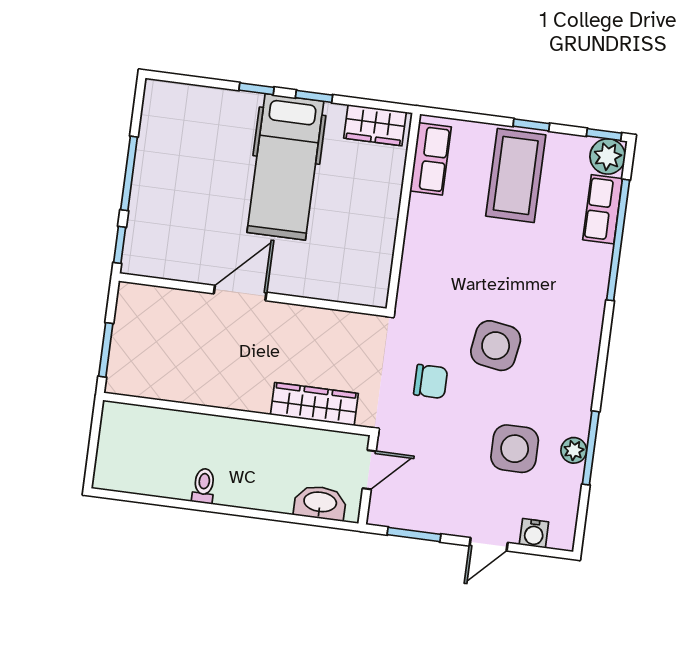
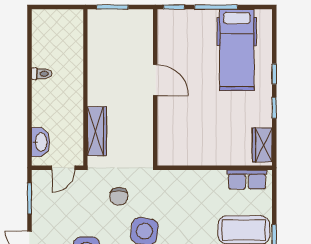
hospital bed: (285, 167) -> (237, 50), moved, turned -90
door: (369, 470) -> (63, 168), hinge flipped

